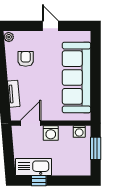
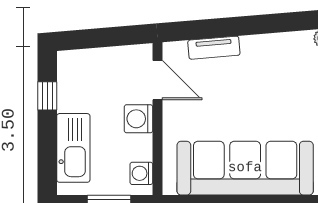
armchair: (26, 59) -> (281, 71), removed
kitchen sink: (34, 167) -> (73, 148), moved

